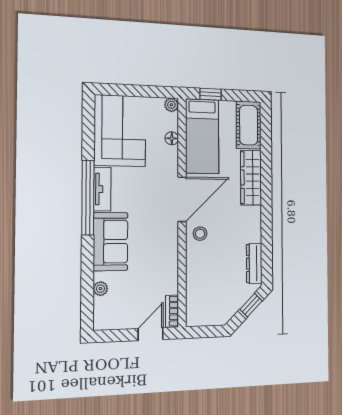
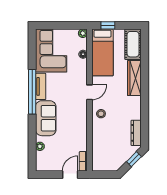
door: (182, 199) -> (90, 92), width x0.53

